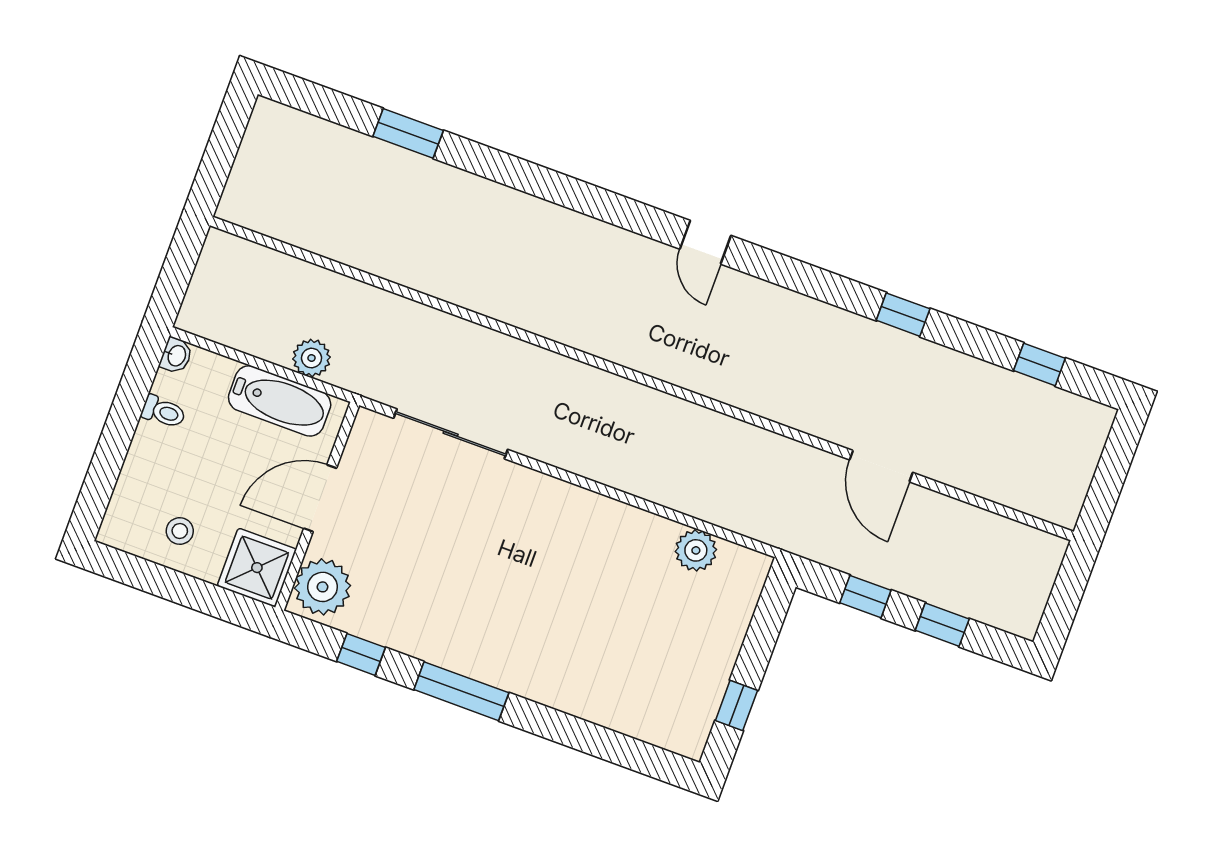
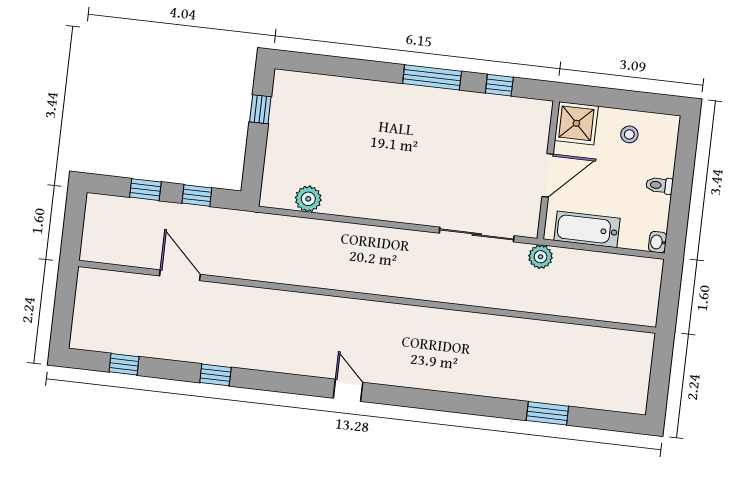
plant: (312, 358) -> (541, 257), moved
toilet: (163, 412) -> (659, 185), moved
door: (881, 466) -> (180, 275), moved
plant: (323, 587) -> (533, 121), removed

